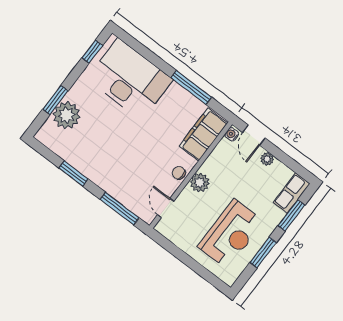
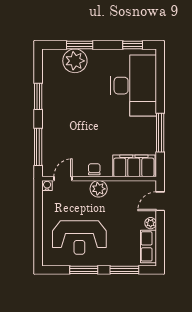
water cooler: (232, 134) -> (47, 185), moved
row of seats: (292, 193) -> (149, 246), moved, turned -90

